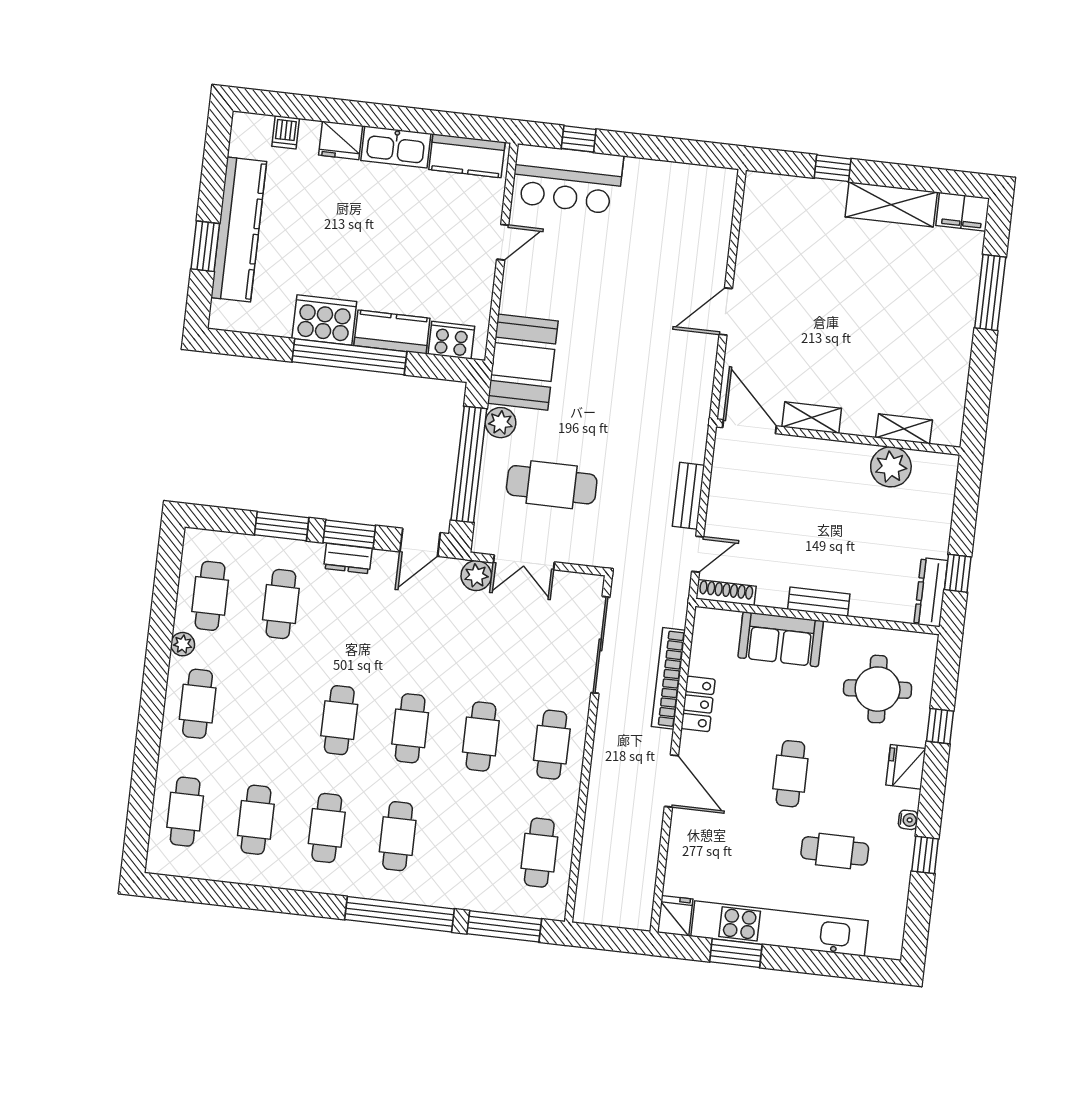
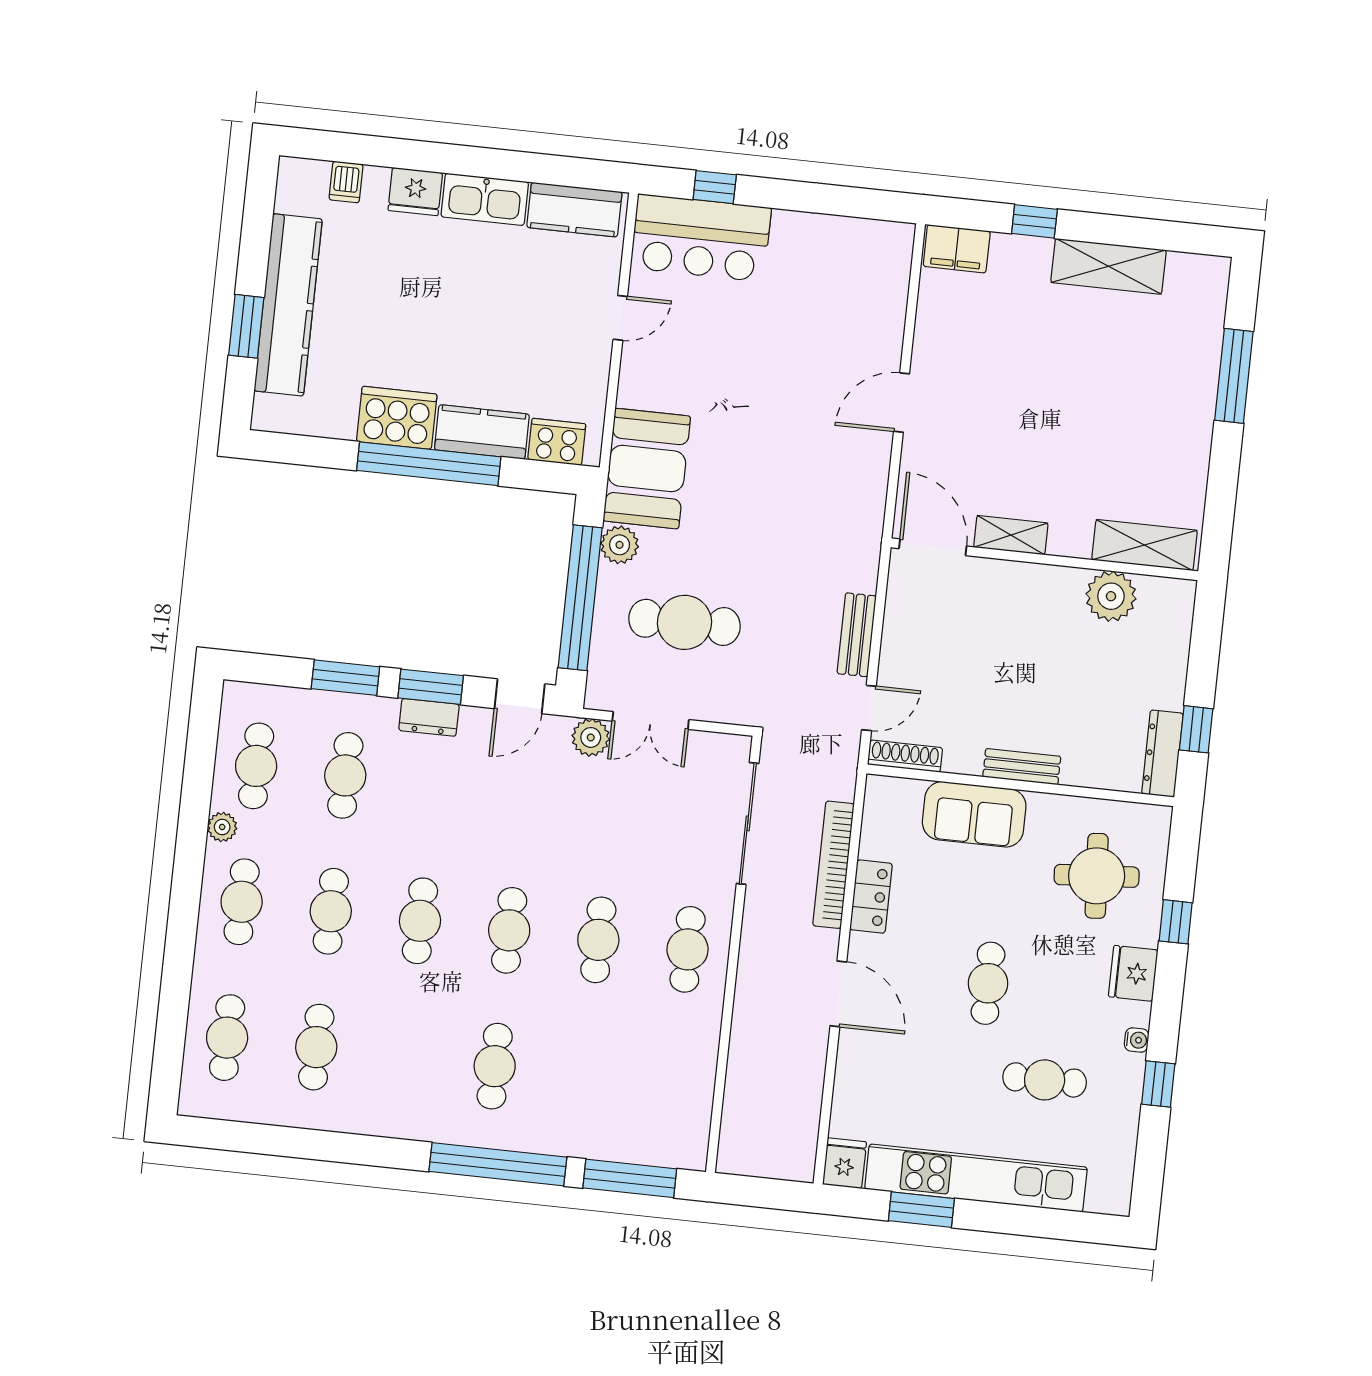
filing cabinet: (963, 212) -> (957, 249), moved
shelving: (904, 429) -> (1145, 545), width x1.50, depth x1.33
cafe table: (327, 828) -> (331, 911), moved
cafe table: (539, 853) -> (673, 1085), removed

